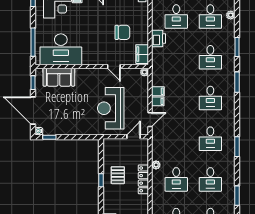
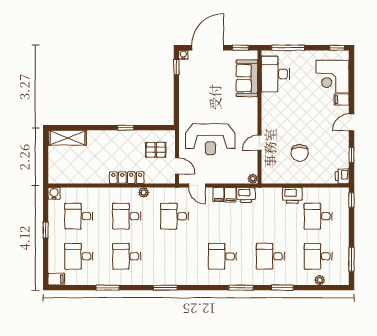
desk: (61, 49) -> (275, 74), width x0.73, depth x0.77
filing cabinet: (142, 54) -> (274, 176), removed
printer: (158, 78) -> (246, 195), added
reception desk: (111, 108) -> (210, 139), turned 180
desk: (210, 139) -> (175, 216), moved
pallet: (118, 175) -> (156, 150), moved

